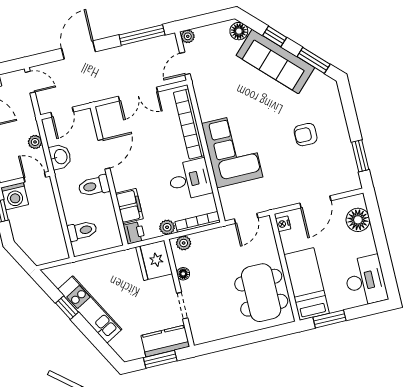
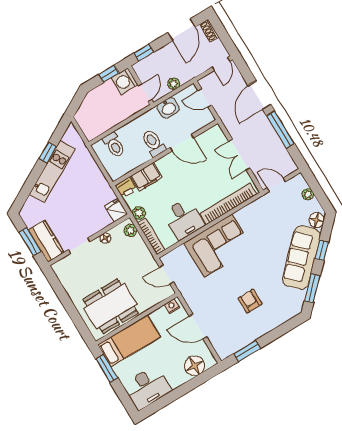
window: (142, 35) -> (281, 130), moved
plant: (188, 36) -> (308, 194), moved
door: (79, 50) -> (260, 95), swing flipped
fridge: (154, 260) -> (116, 210), width x0.53, depth x0.75

